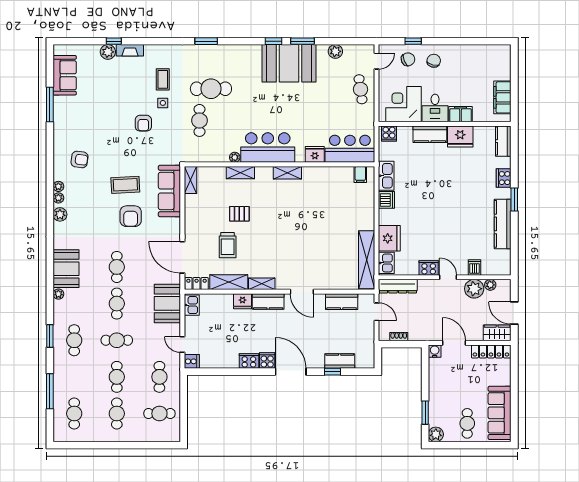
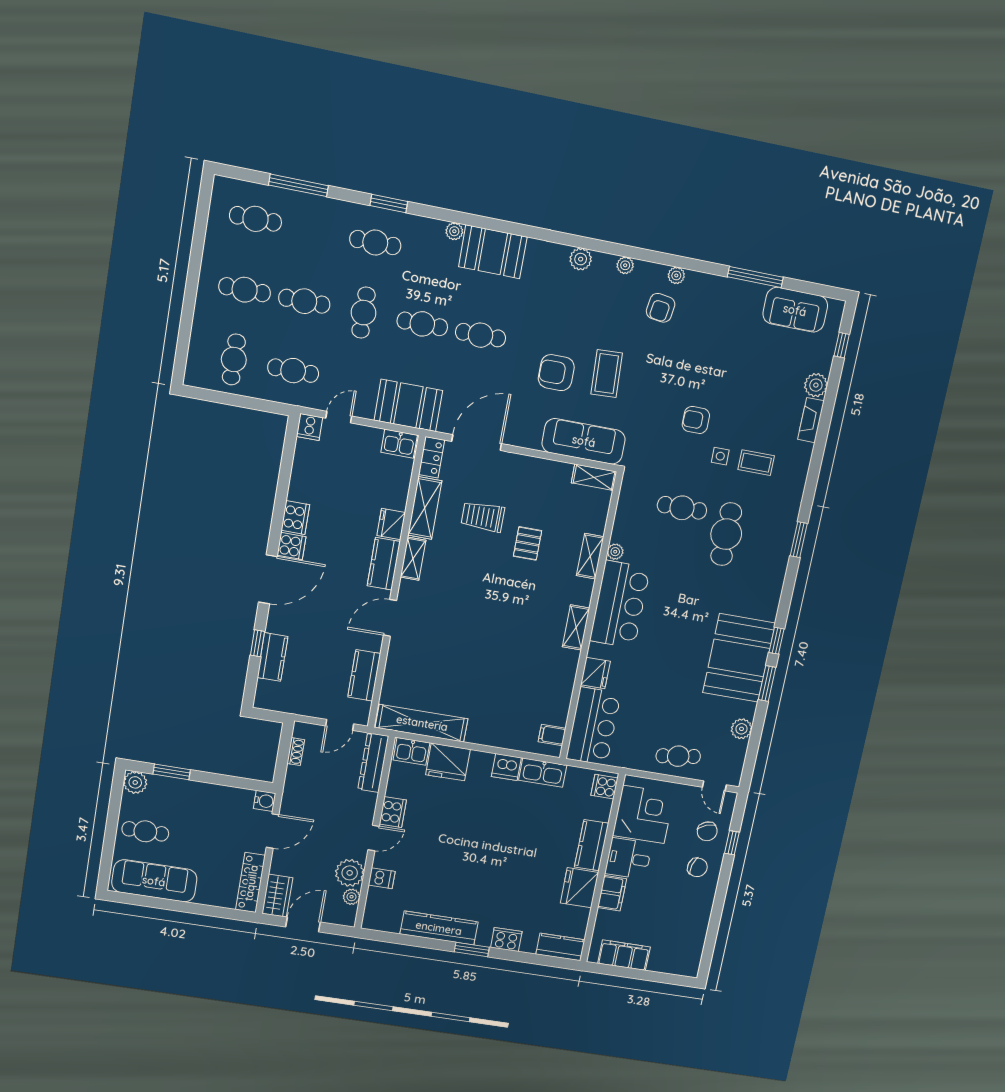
window: (114, 41) -> (842, 345), moved
plant: (58, 198) -> (676, 275), moved

